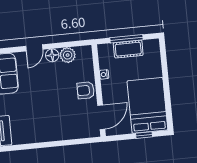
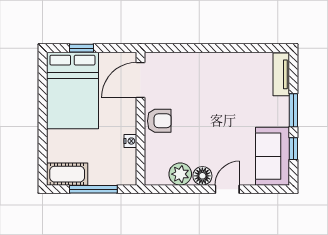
cot: (128, 49) -> (67, 174), moved

